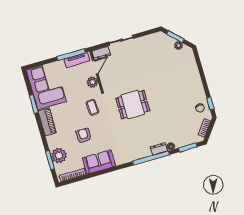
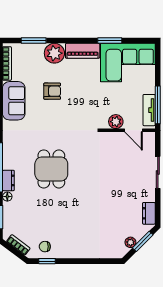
dresser: (101, 53) -> (149, 213), moved
dining table: (133, 105) -> (51, 169), moved
coffee table: (92, 107) -> (84, 113), removed
plant: (59, 156) -> (54, 53), moved

